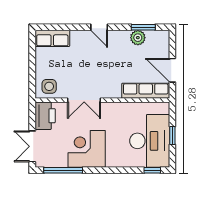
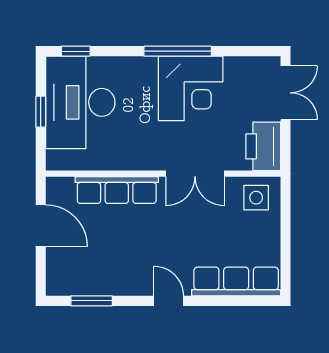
row of seats: (52, 38) -> (236, 282), width x1.48
plant: (138, 38) -> (101, 283), removed
row of seats: (146, 91) -> (117, 190), moved
double door: (84, 100) -> (195, 174), swing flipped
window: (63, 170) -> (178, 51), moved

